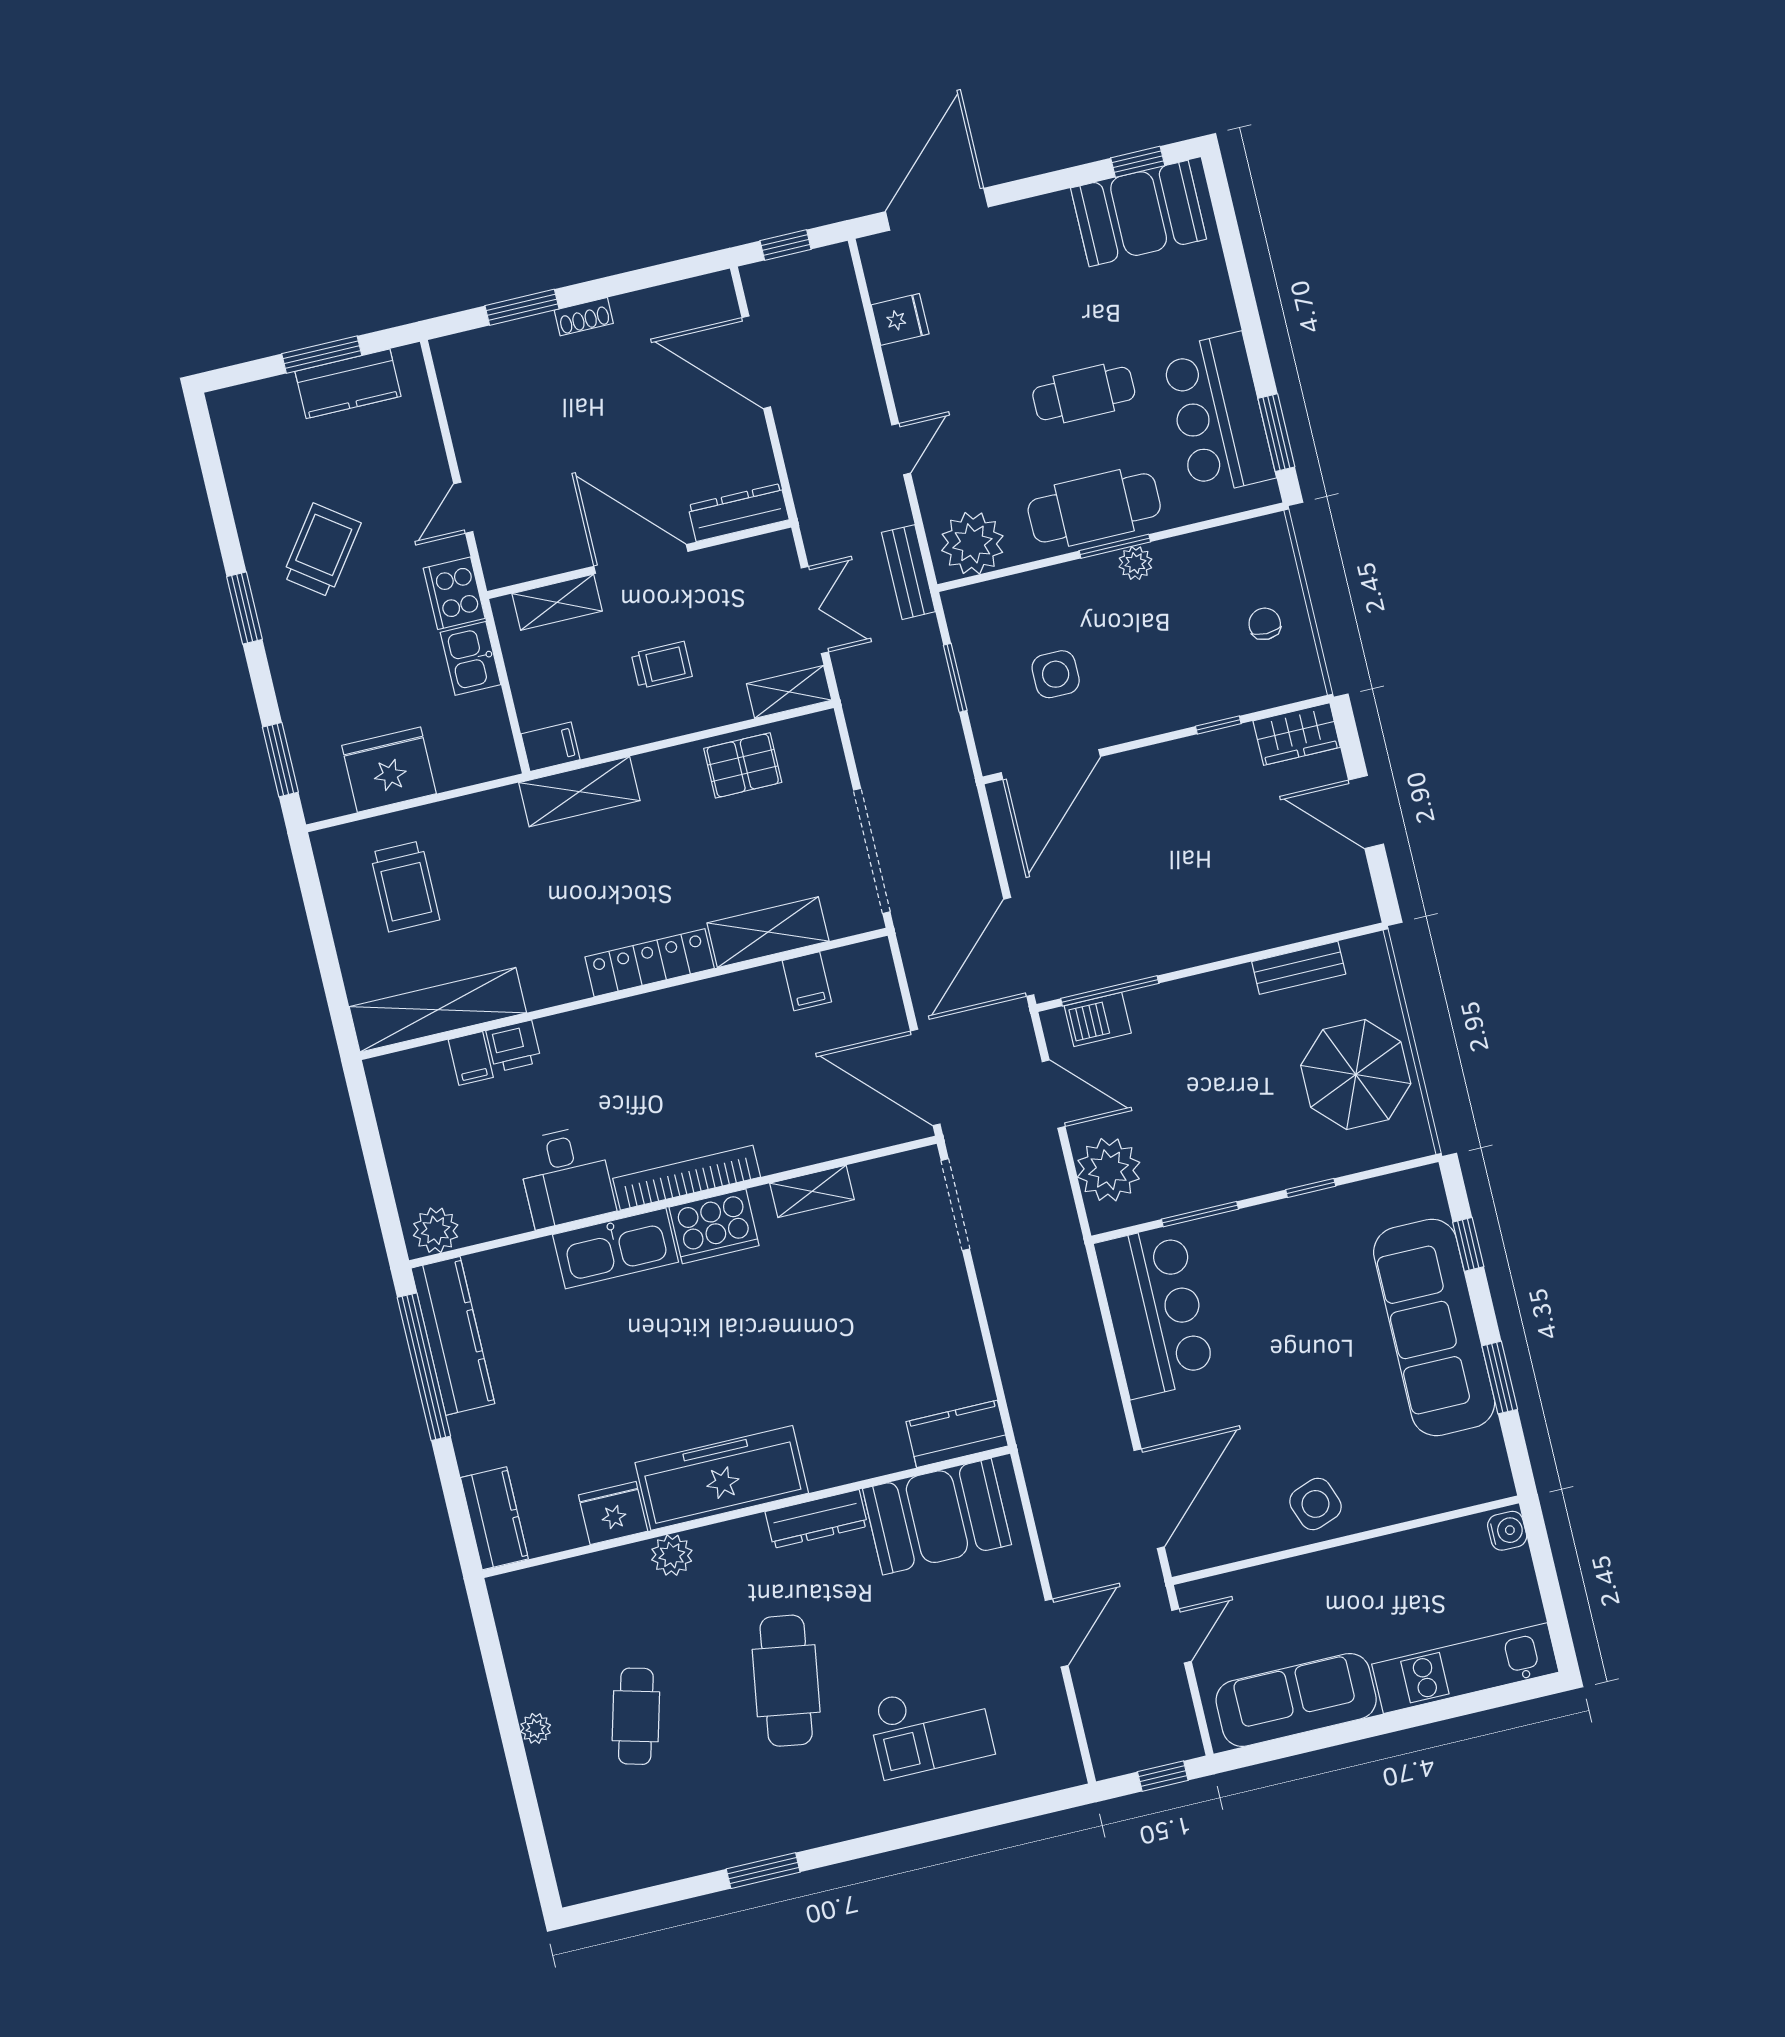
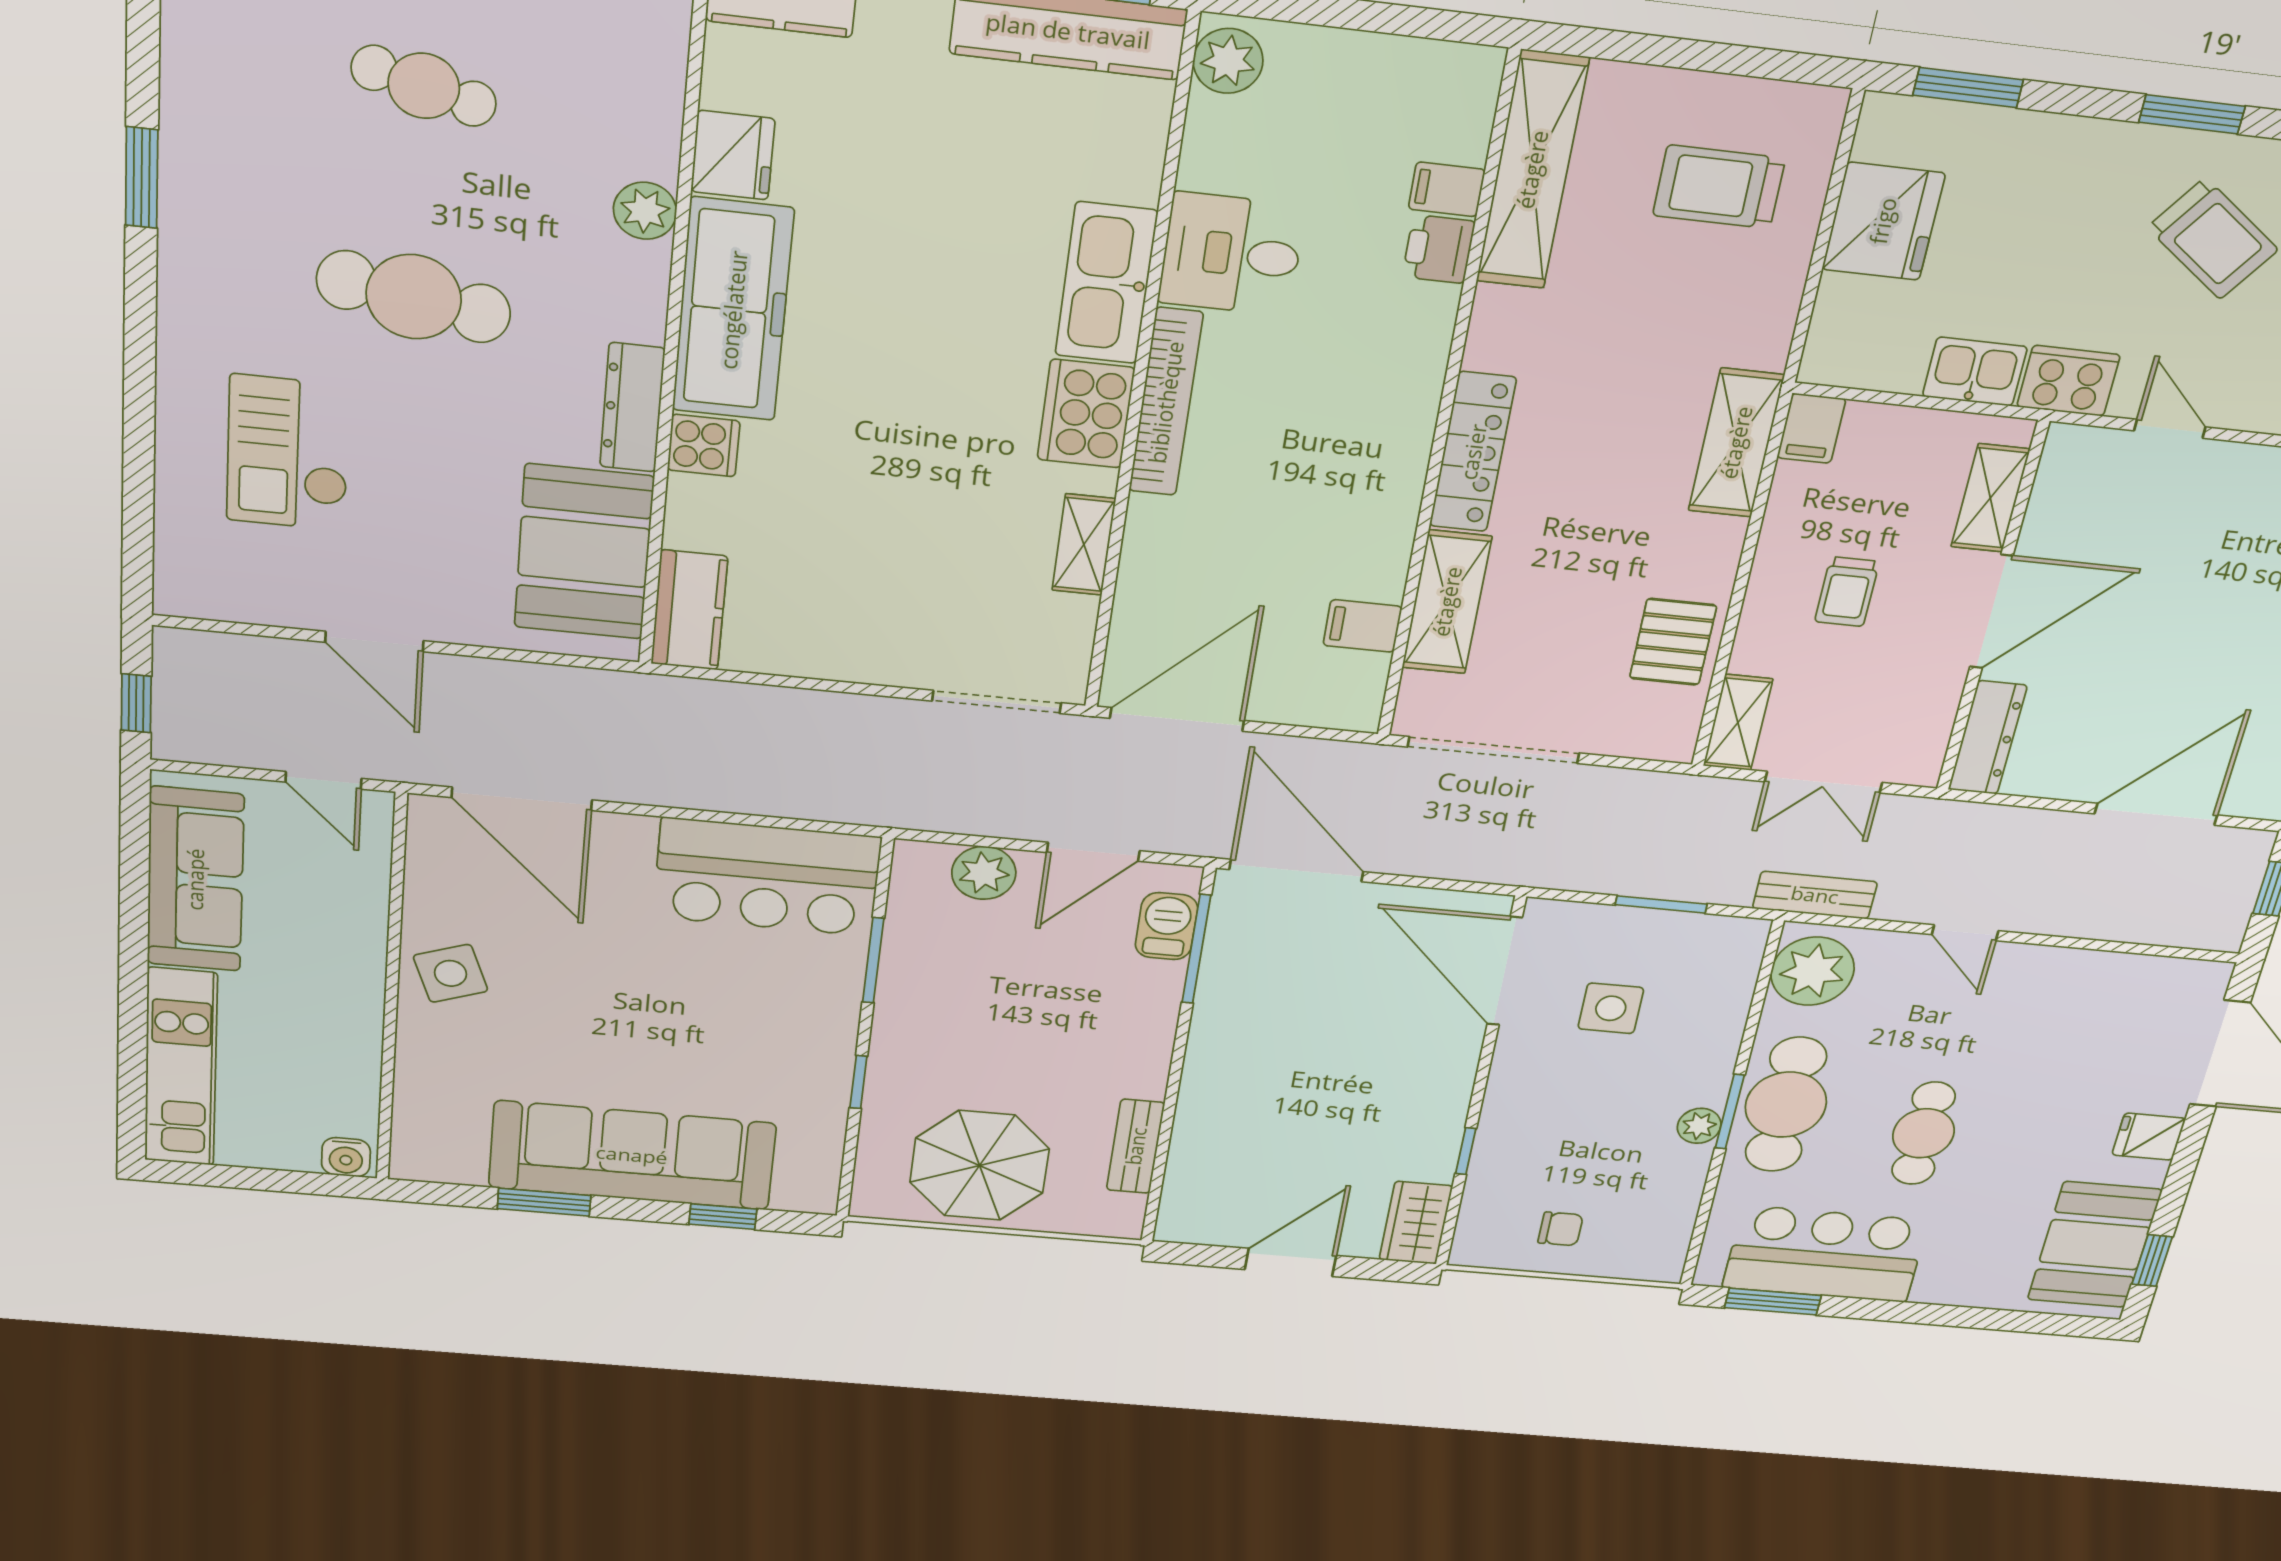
fridge: (900, 319) -> (2149, 1137), moved, turned 90
plant: (1109, 1170) -> (984, 873), width x0.73, depth x0.73
cooker: (828, 1465) -> (704, 445), added

